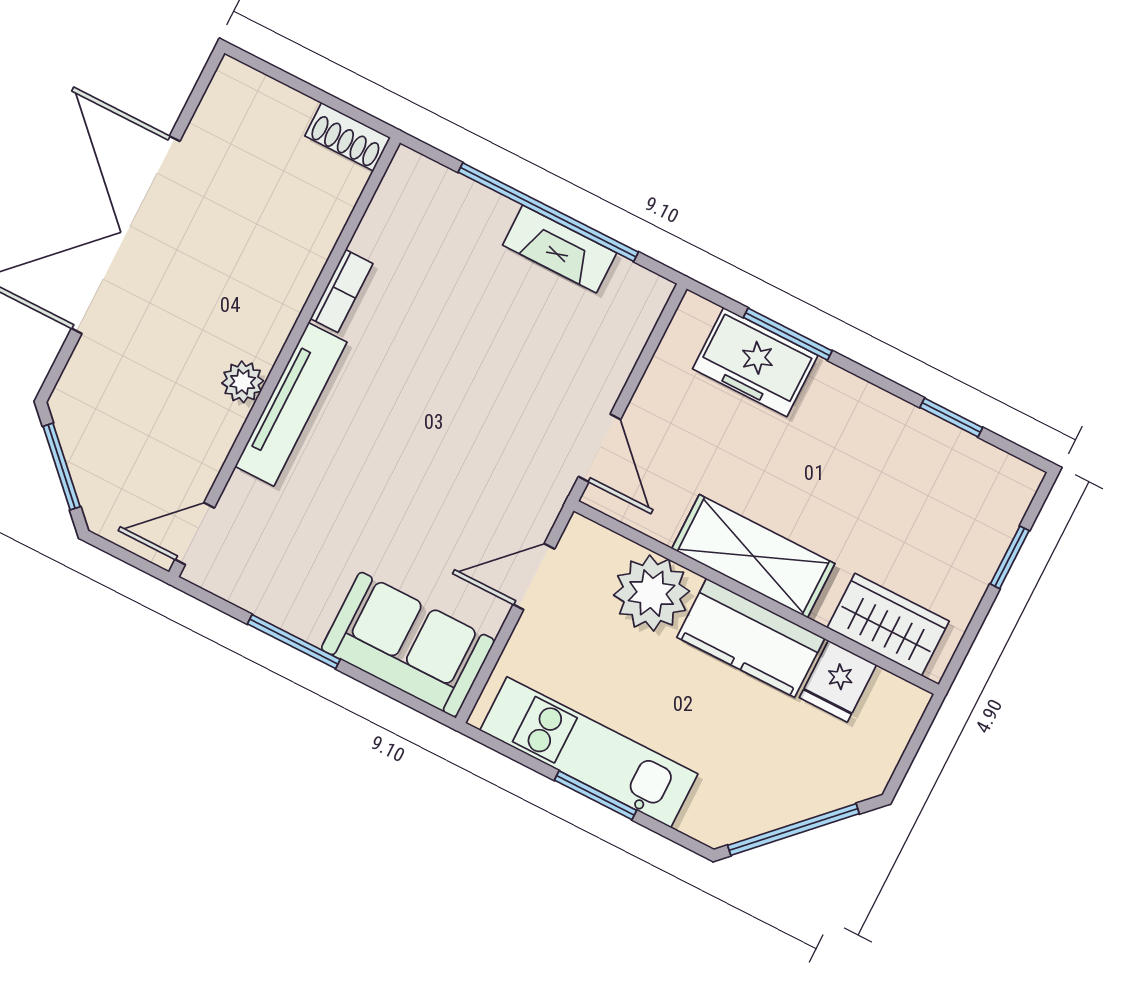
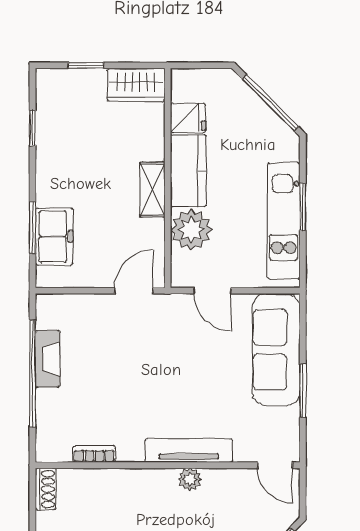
bookcase: (342, 291) -> (94, 454), moved
shelving: (753, 556) -> (152, 190), width x0.67, depth x0.75
wardrobe: (888, 625) -> (136, 85), moved, turned -90
sofa: (408, 645) -> (276, 350), width x1.36

